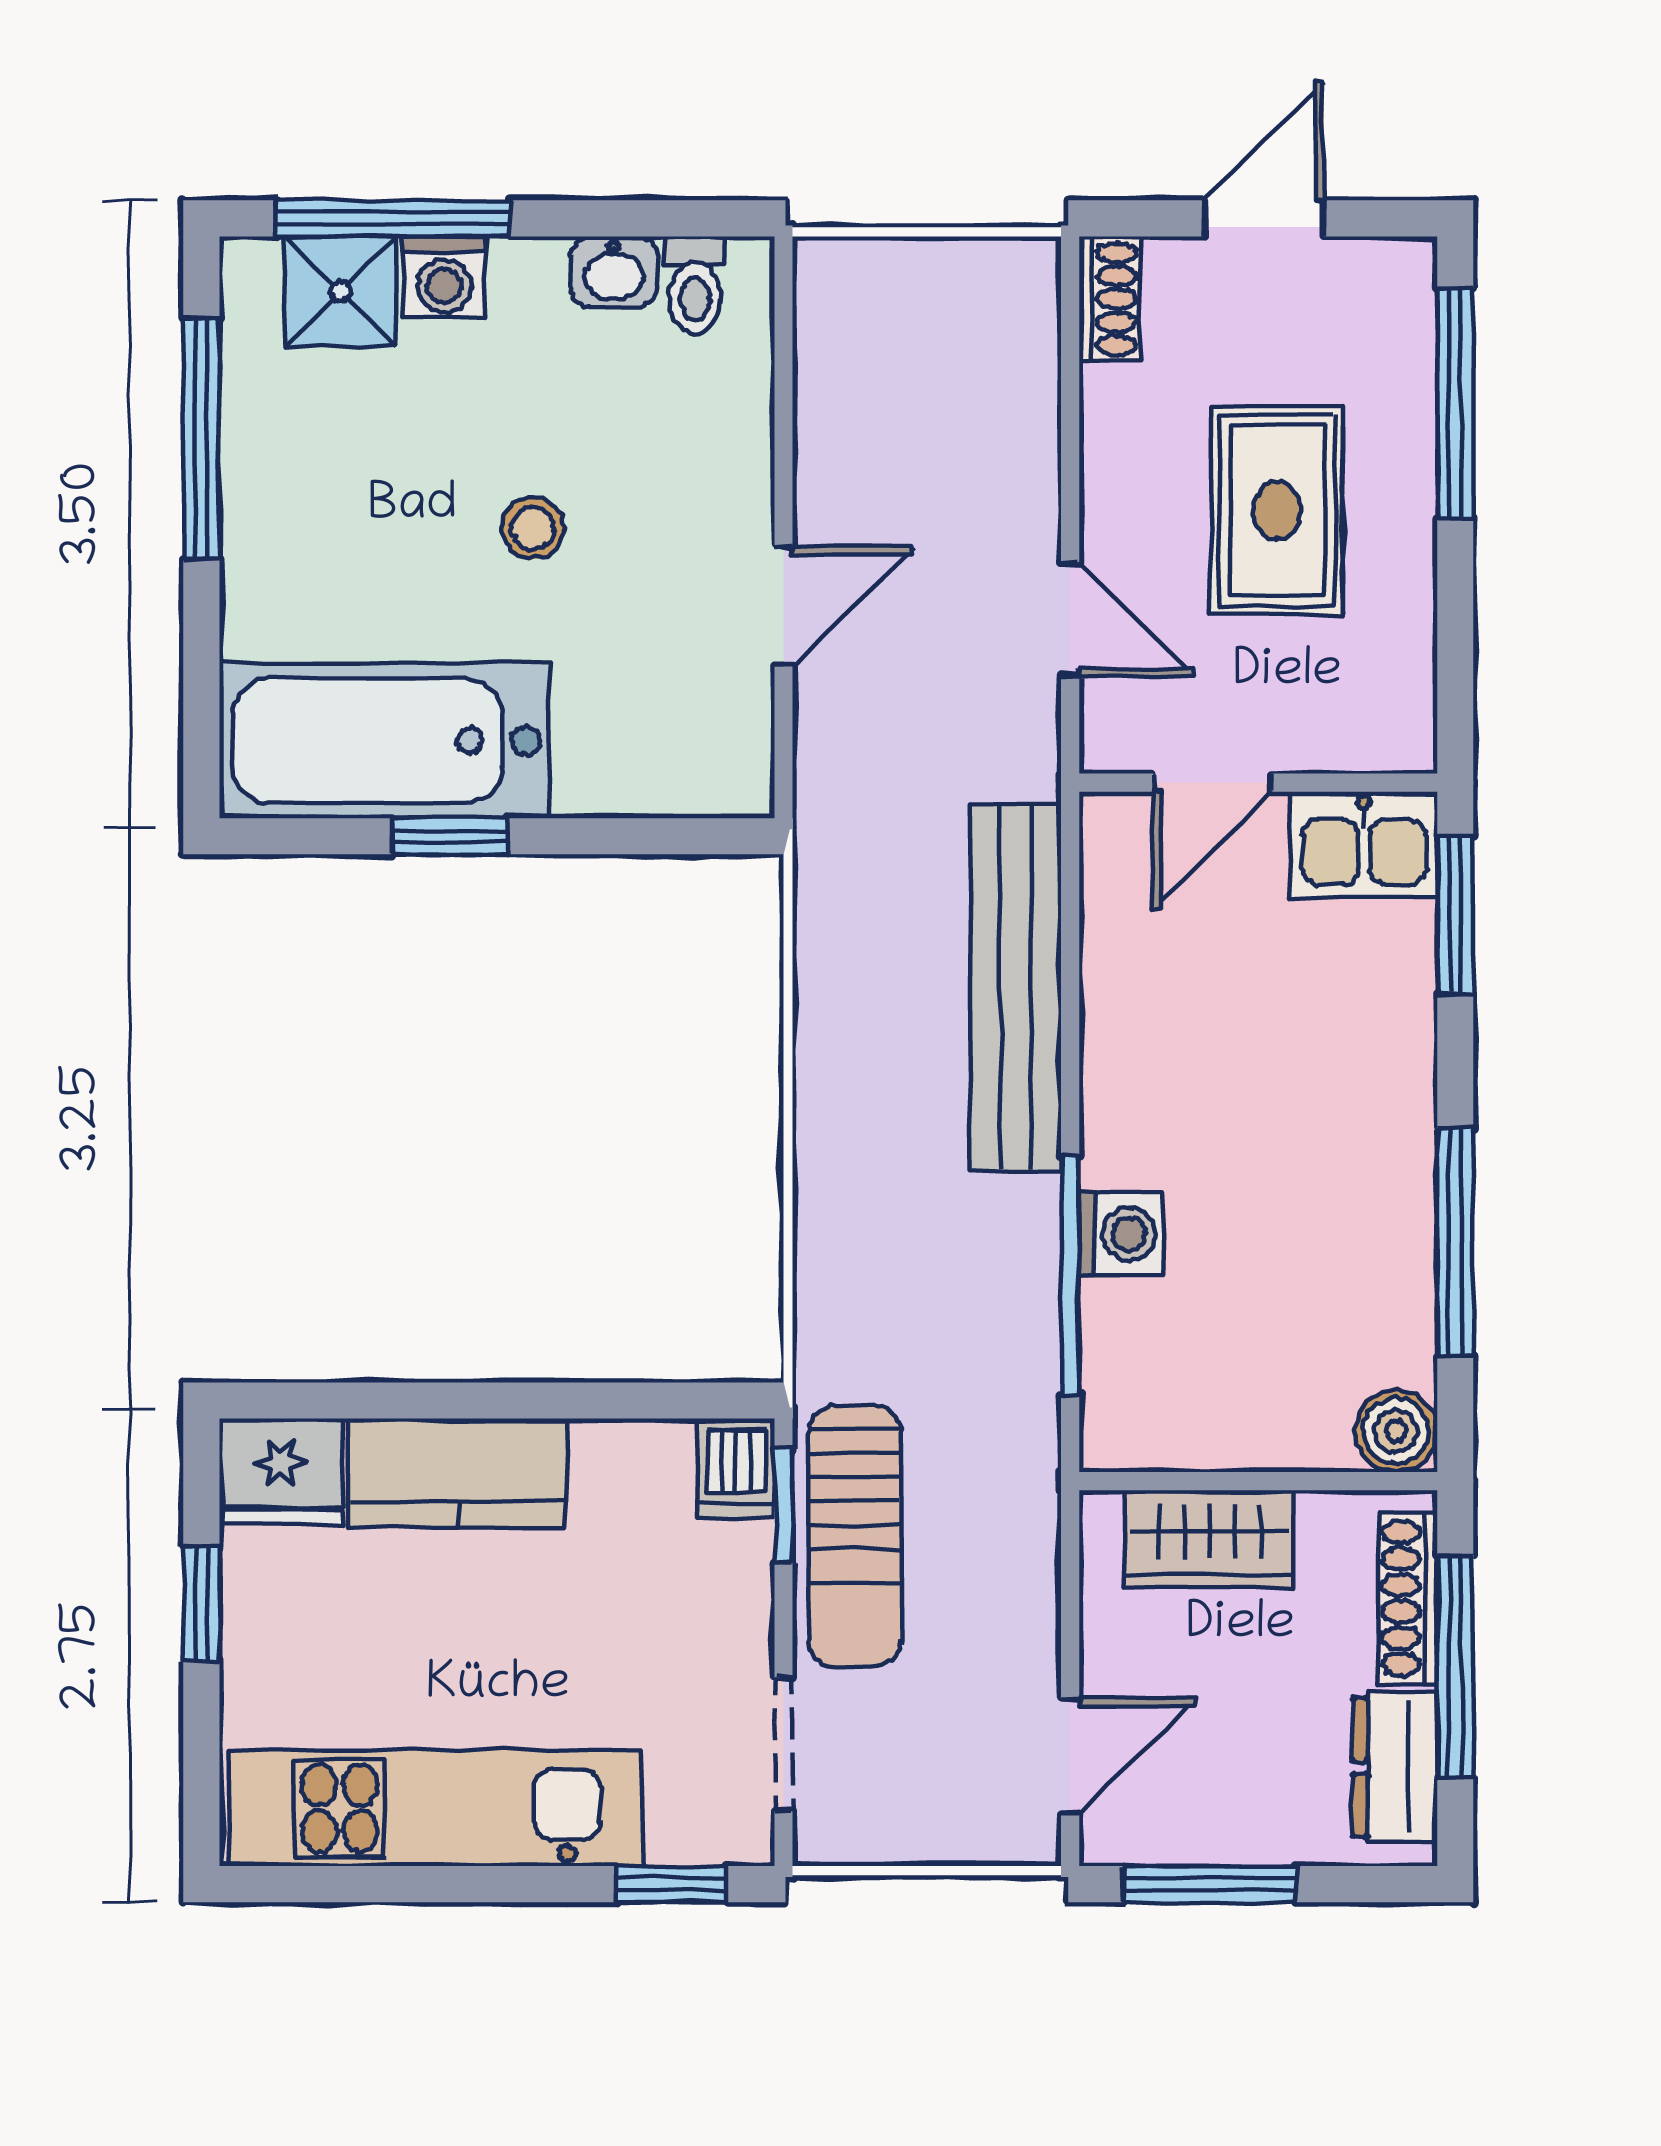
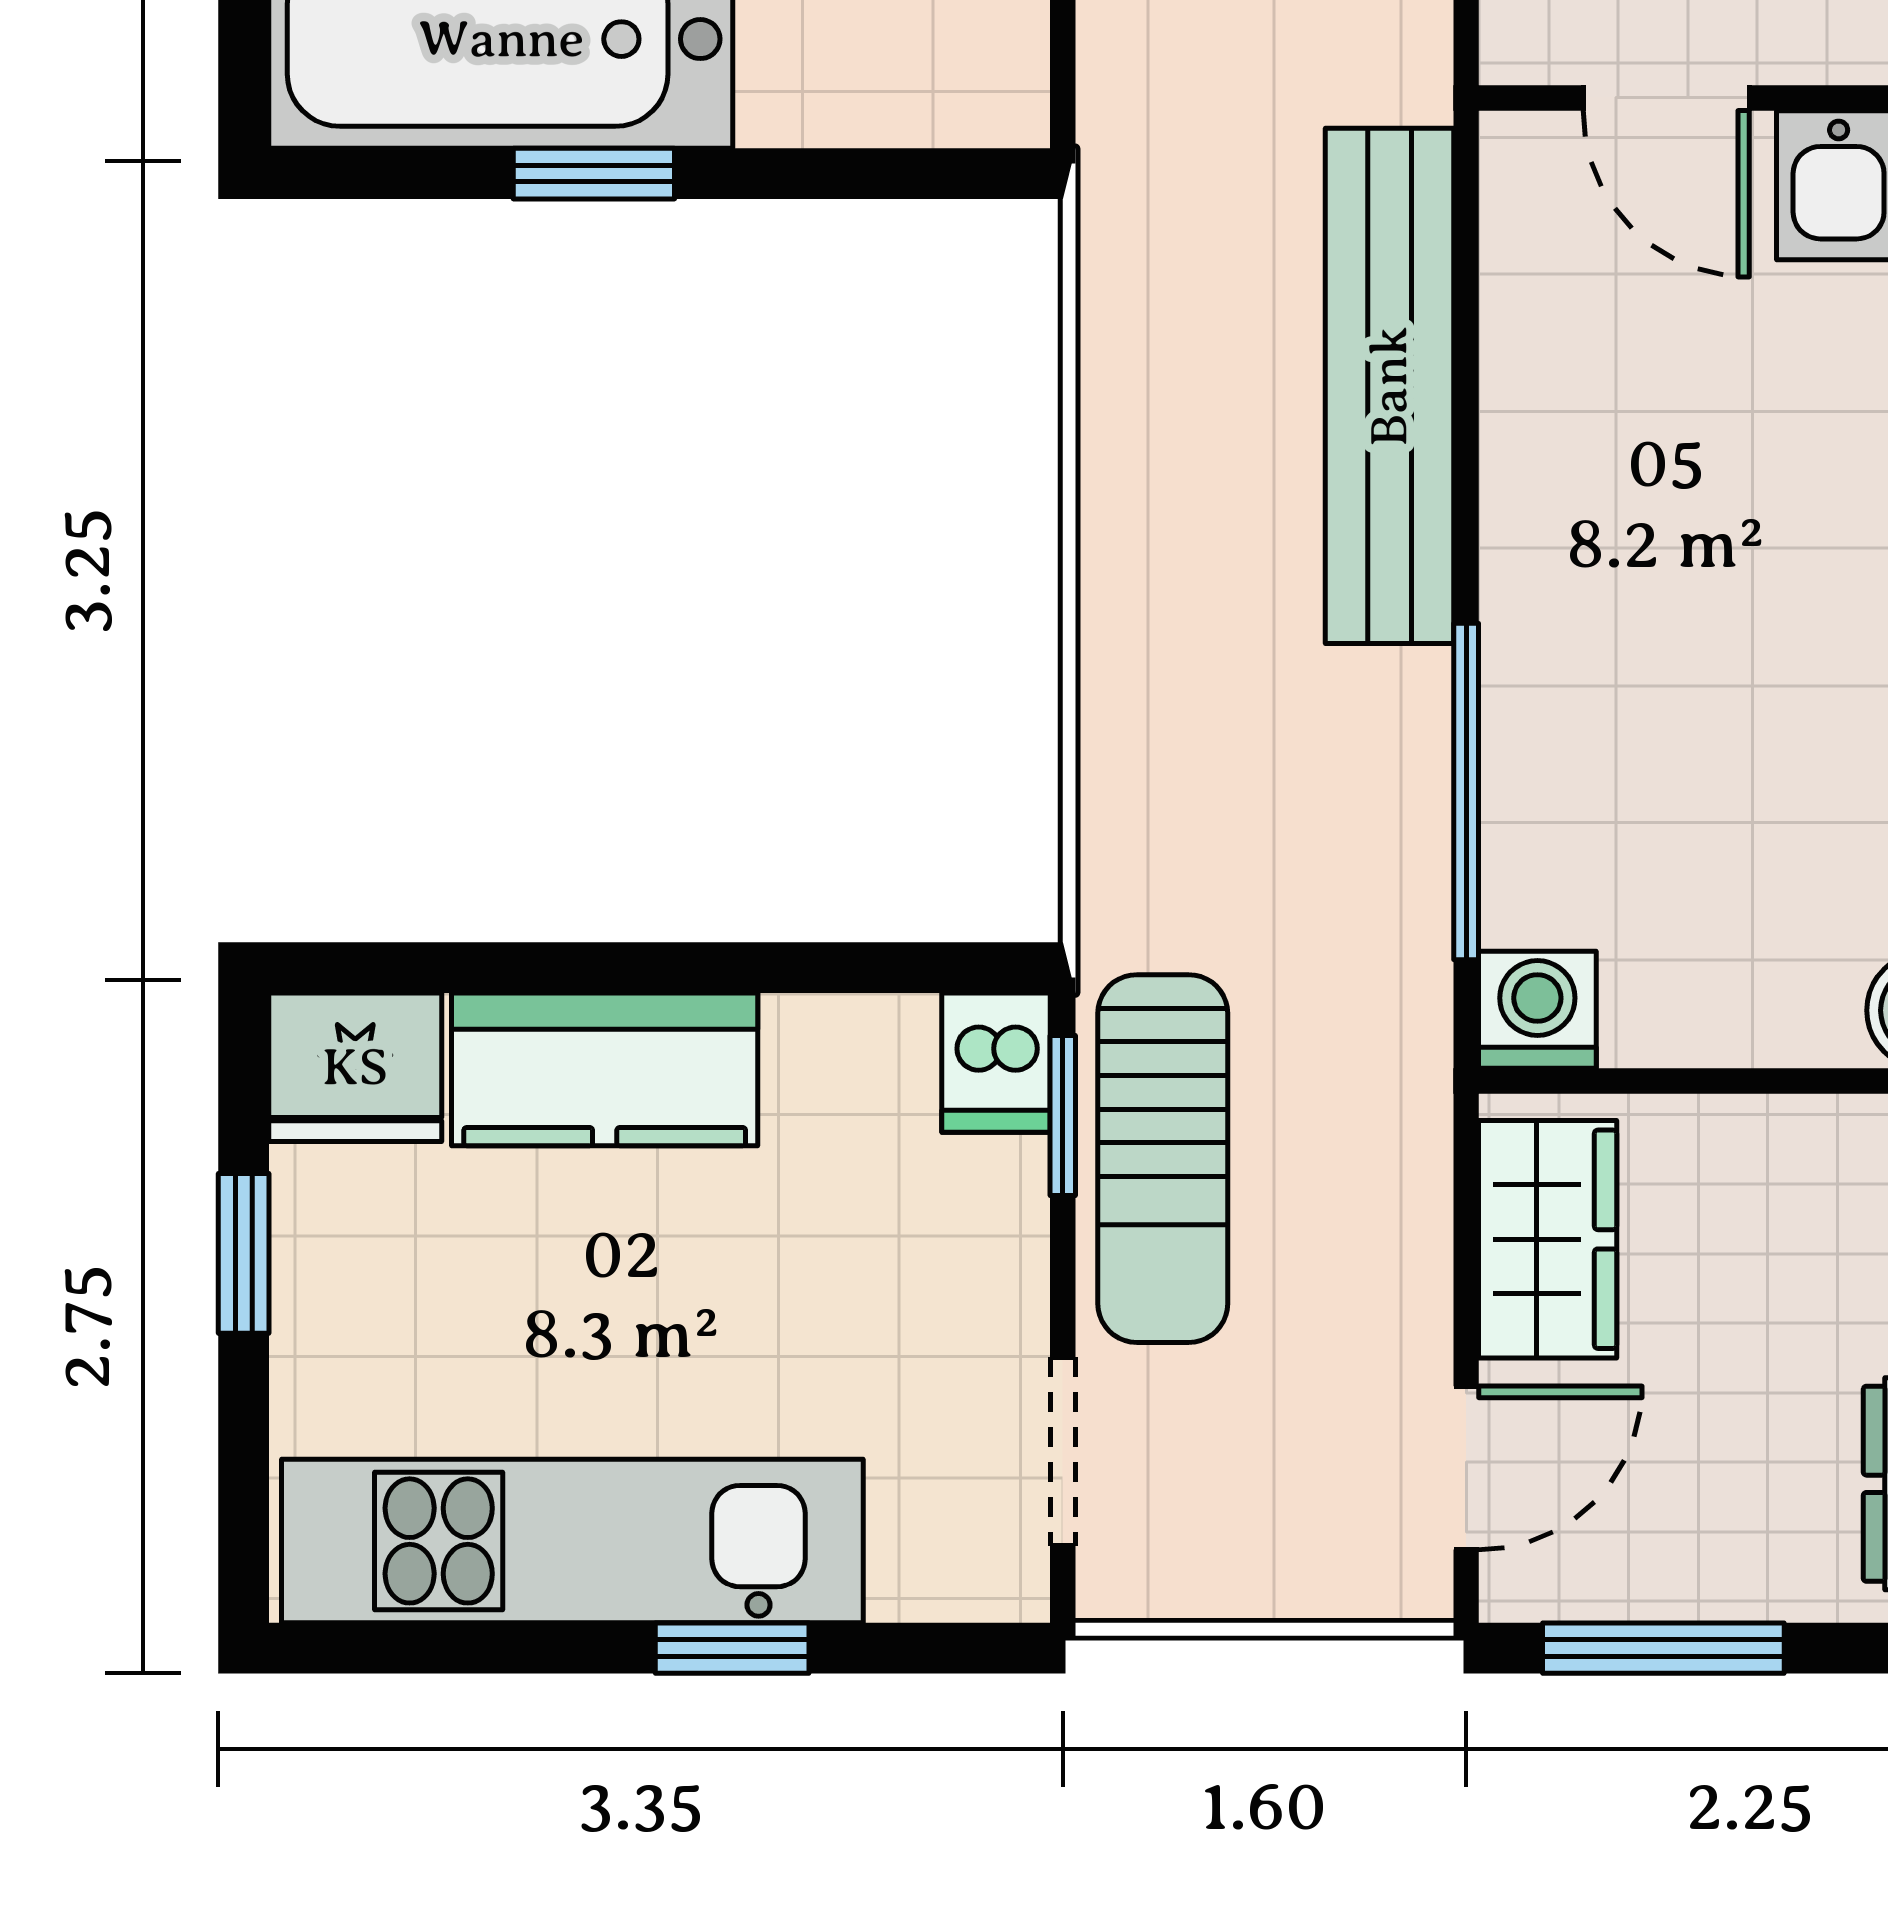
door: (1212, 783) -> (1666, 98), hinge flipped
washing machine: (1121, 1234) -> (1537, 1010), moved, turned -90
wardrobe: (1209, 1539) -> (1548, 1239), moved, turned -90
window: (671, 1884) -> (732, 1648), moved

